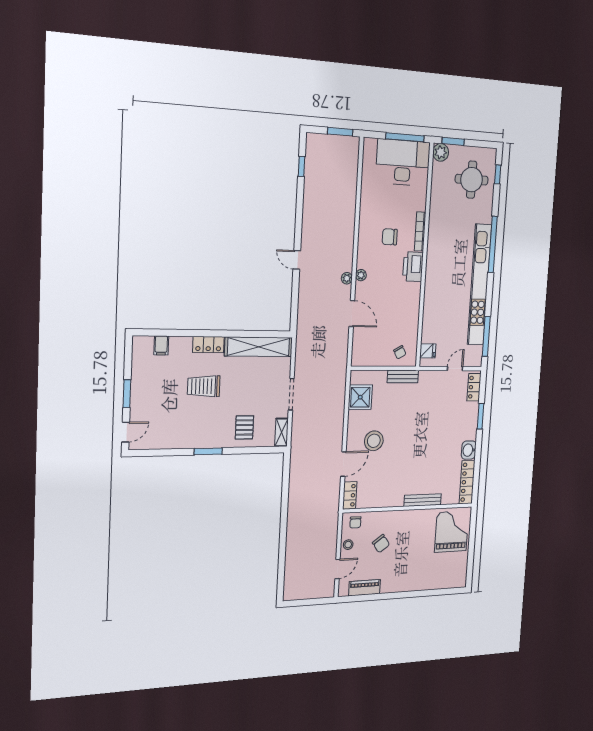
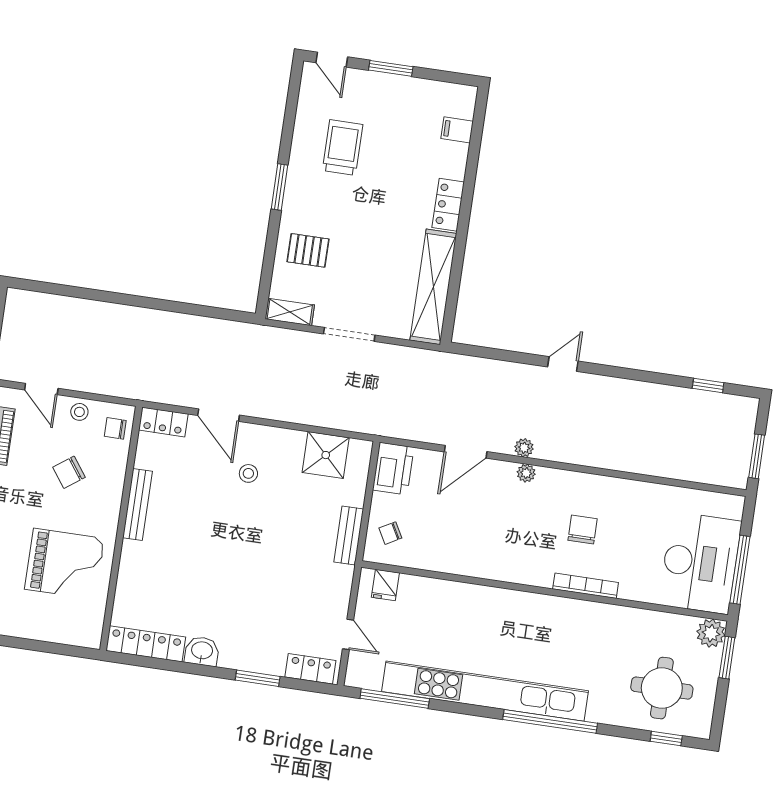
printer: (413, 267) -> (393, 469), moved, turned 90
trolley: (204, 386) -> (343, 147), moved
stool: (374, 441) -> (248, 473), width x0.53, depth x0.53
bench: (423, 500) -> (137, 505), moved
grand piano: (452, 531) -> (65, 564), moved

